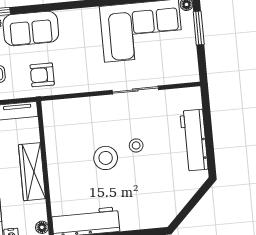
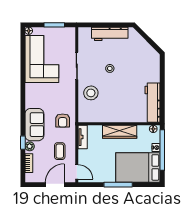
window: (199, 28) -> (54, 25), moved
stool: (106, 158) -> (91, 93), moved

